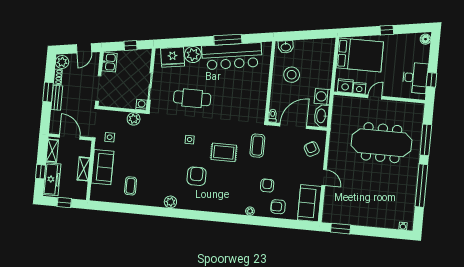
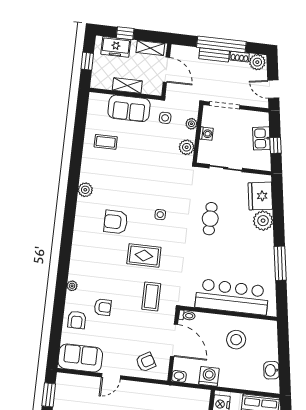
washbasin: (286, 47) -> (271, 370), moved
bar counter: (232, 56) -> (232, 297), moved, turned 99
kitchen sink: (109, 62) -> (261, 138), moved, turned 81
window: (48, 92) -> (221, 44), width x2.11
cafe table: (192, 98) -> (210, 219), width x0.73, depth x0.74
washing machine: (142, 105) -> (206, 134), moved
plant: (114, 115) -> (191, 124), added
washbasin: (321, 116) -> (179, 376), width x0.52, depth x0.69
door: (70, 137) -> (166, 70), hinge flipped
coffee table: (257, 146) -> (151, 296), turned 90
rug: (224, 152) -> (144, 256), turned 90
armchair: (197, 176) -> (116, 222), turned 180
freezer: (52, 179) -> (116, 47), width x0.71
armchair: (278, 207) -> (77, 320), turned 180

